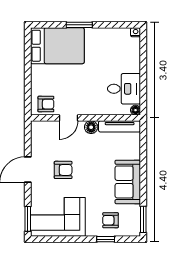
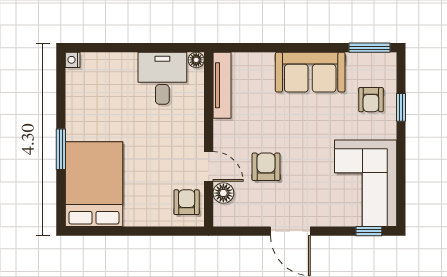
floor lamp: (91, 127) -> (223, 193), moved
armchair: (63, 170) -> (266, 167), moved
window: (28, 219) -> (369, 231), width x0.67

